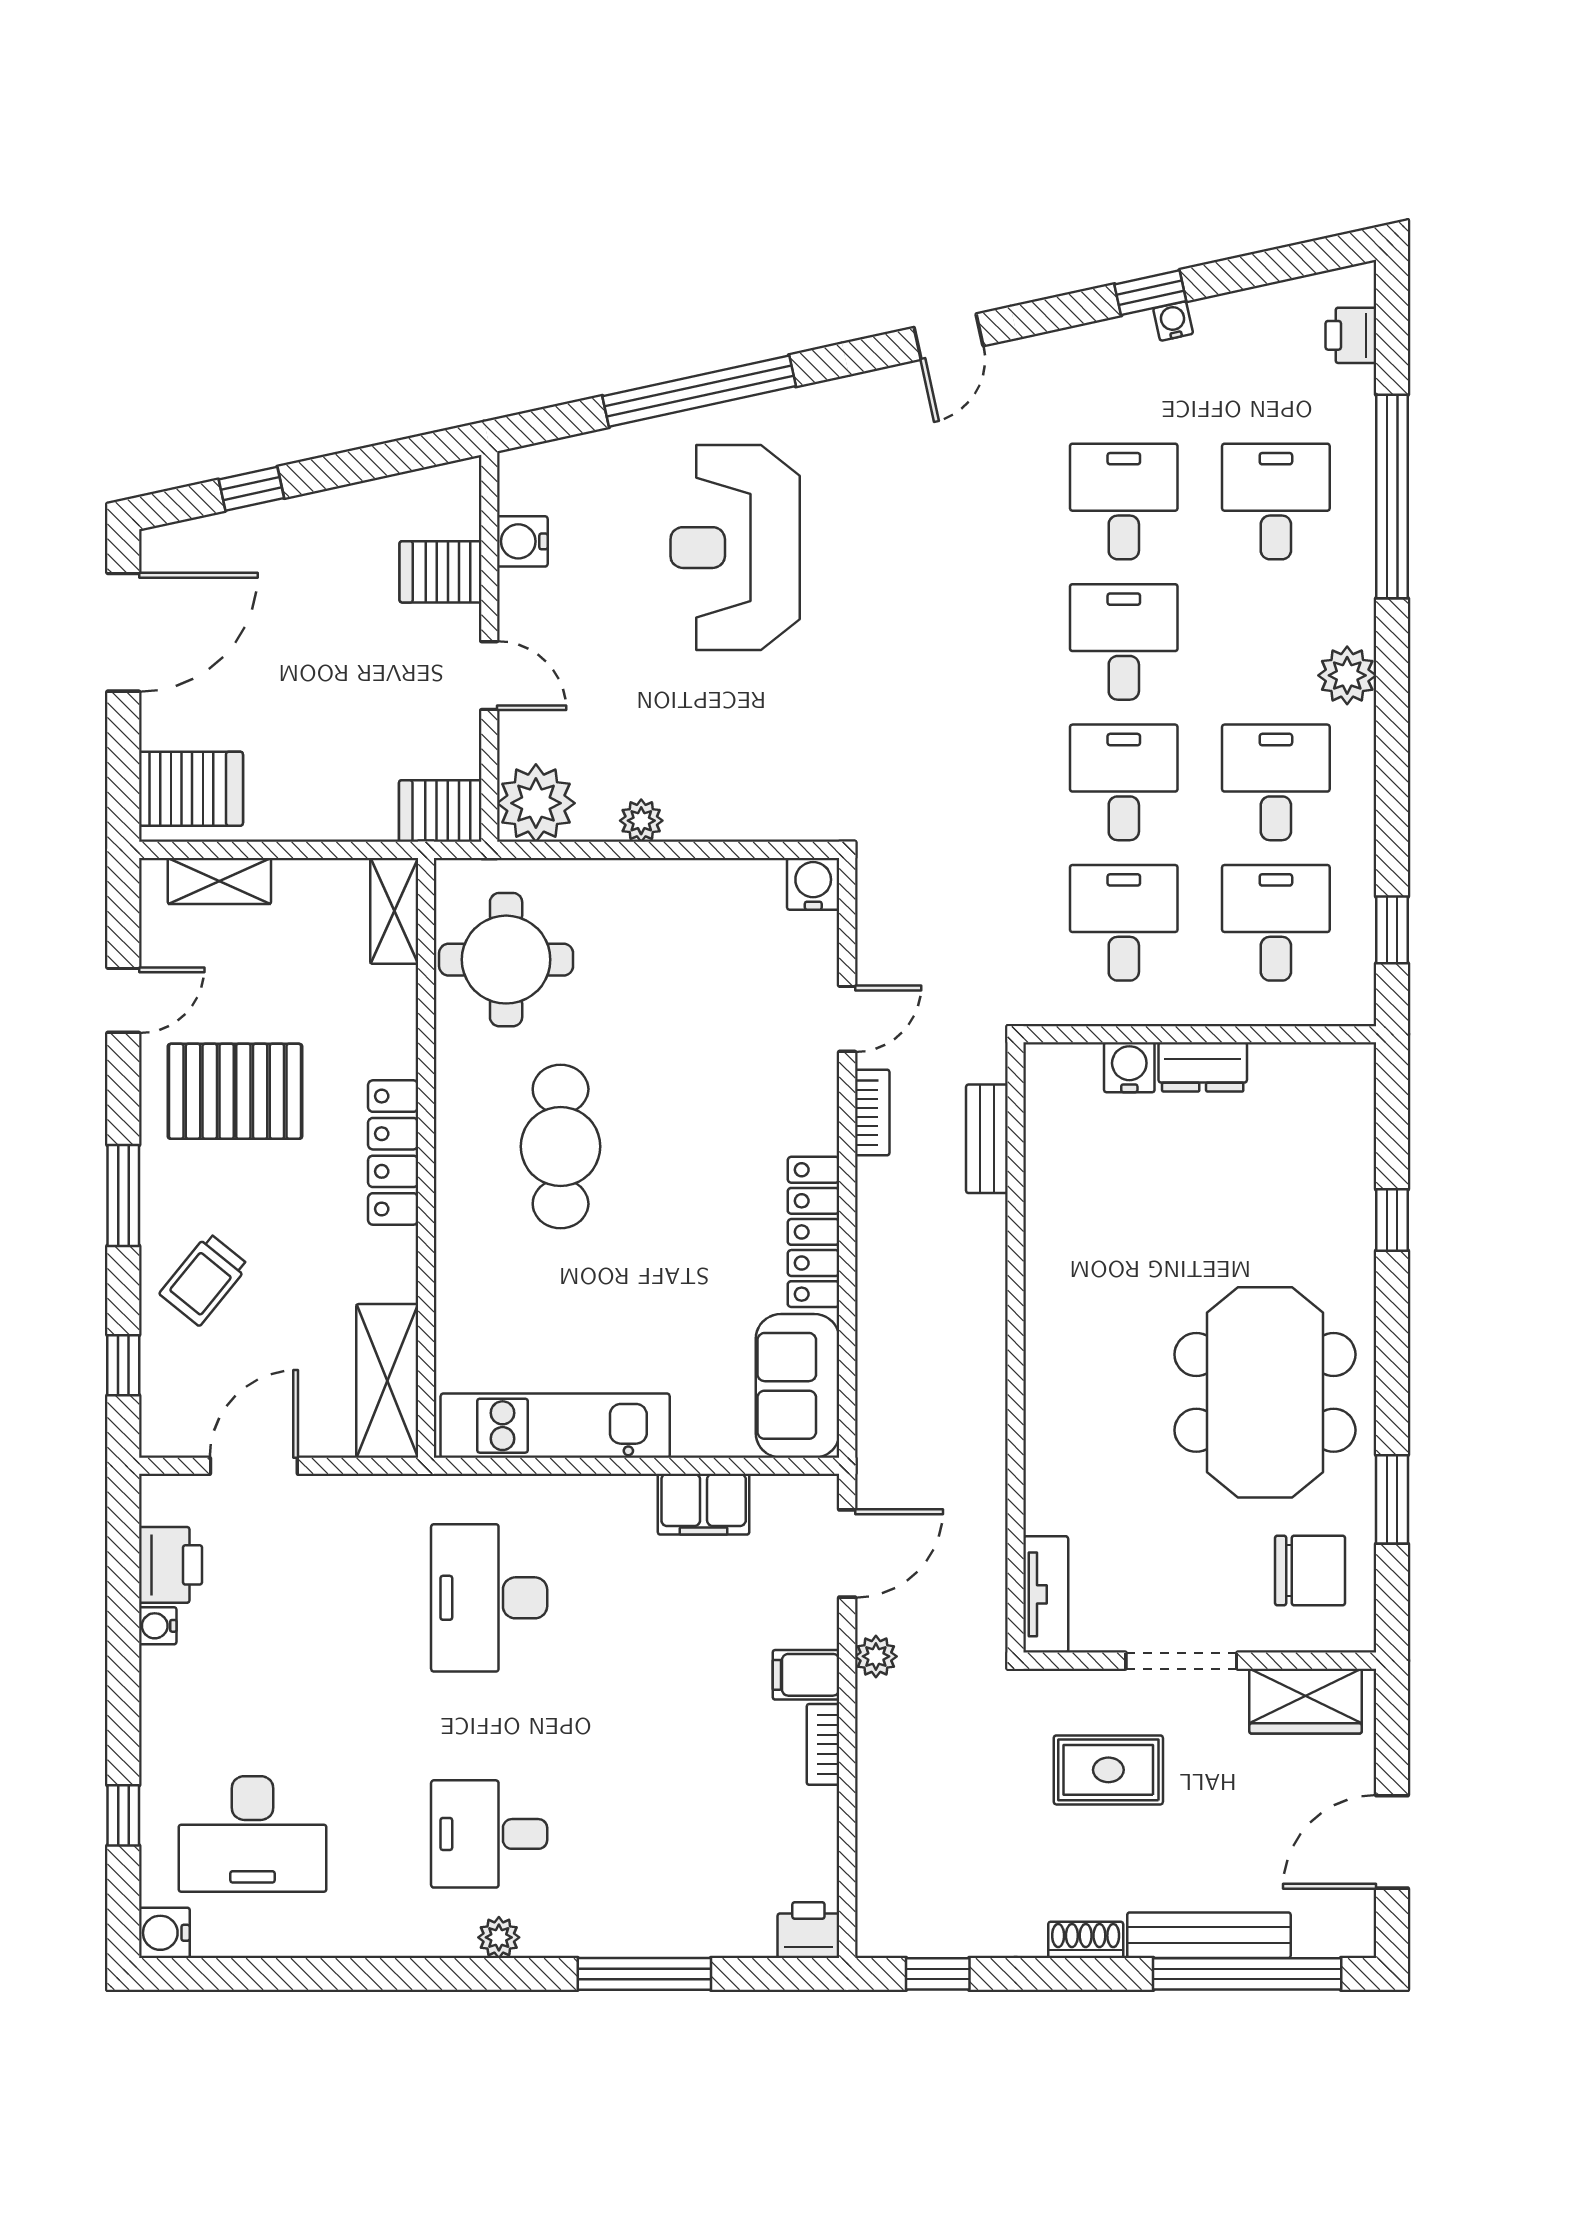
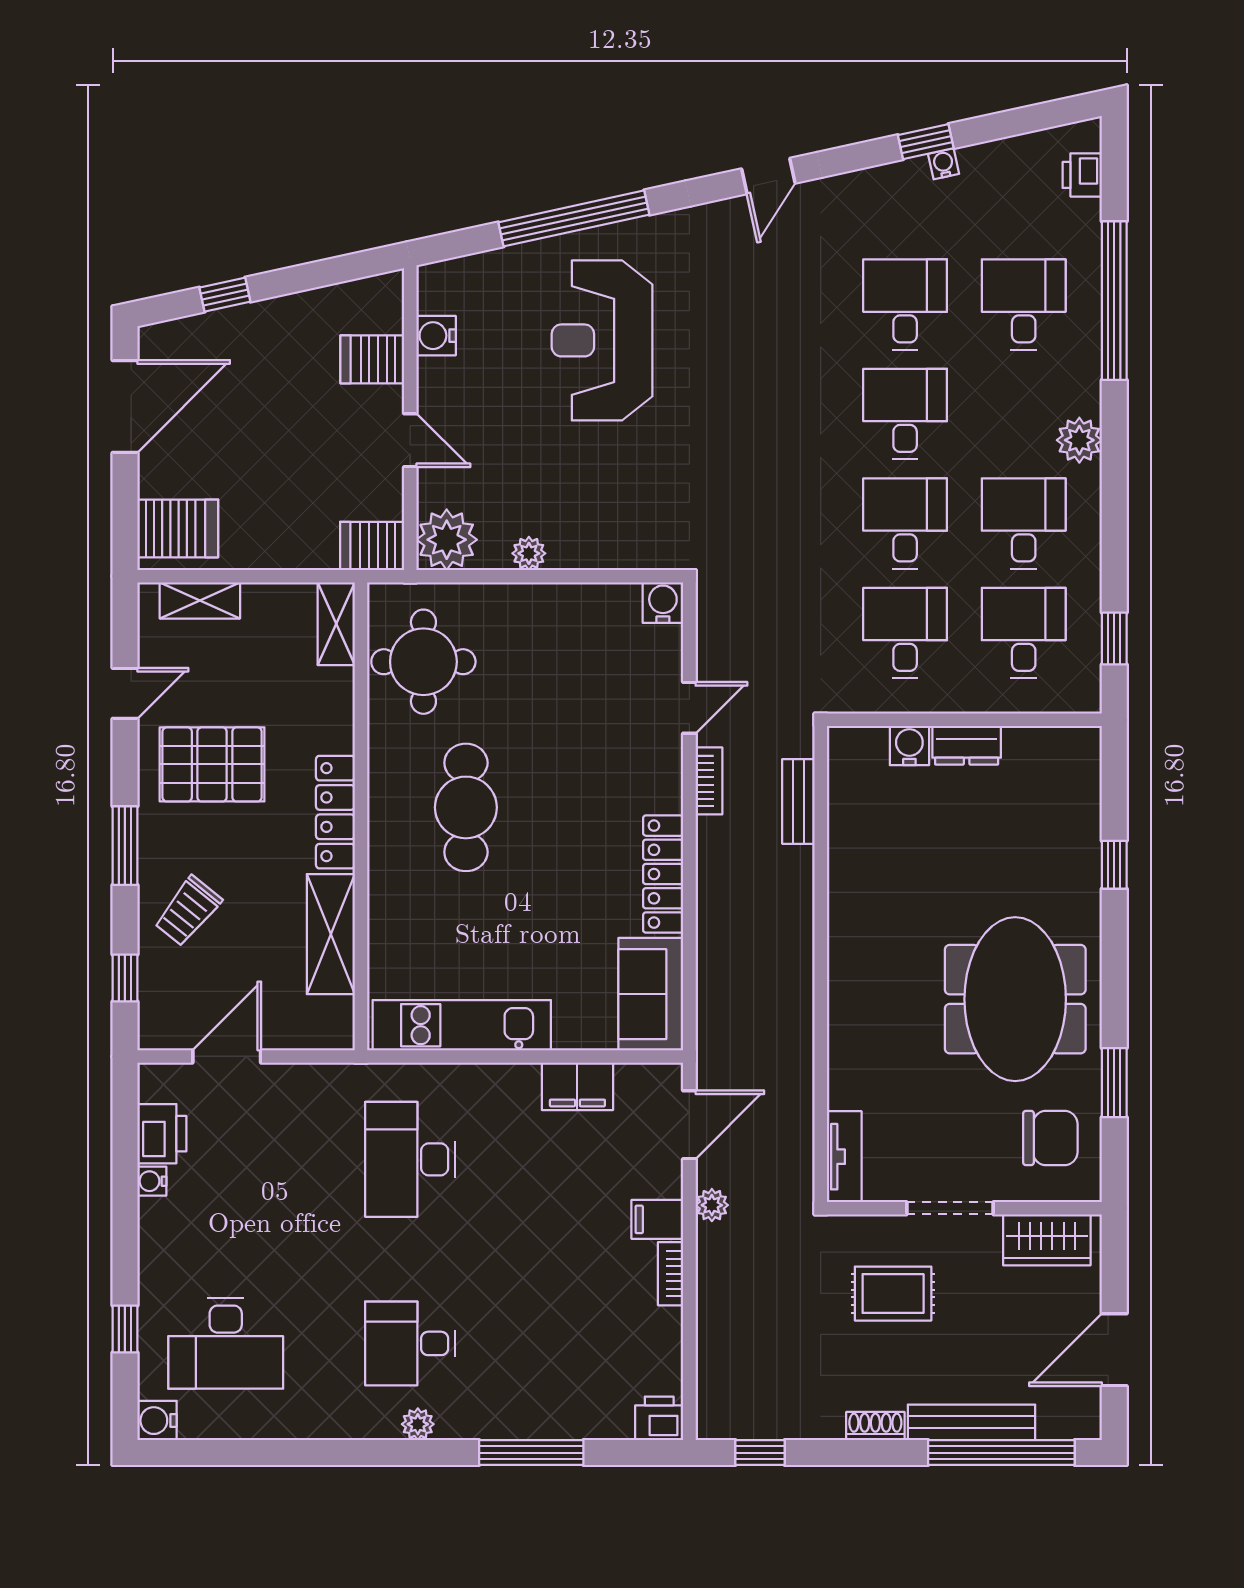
shelving: (387, 1381) -> (331, 934), moved

